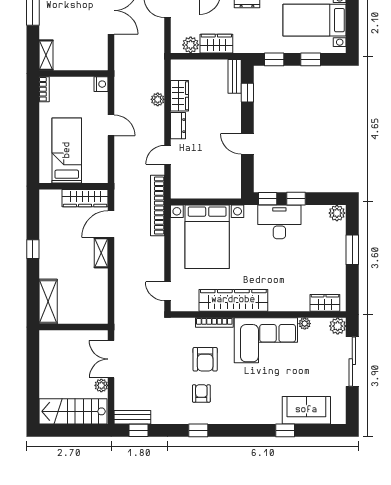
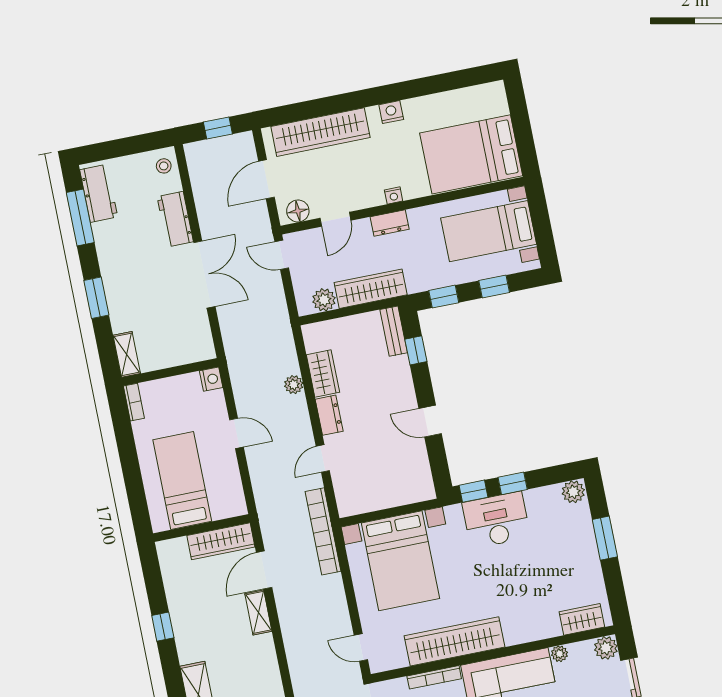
wardrobe: (216, 44) -> (371, 289), width x1.50

